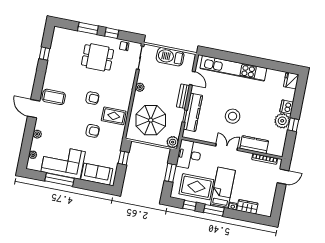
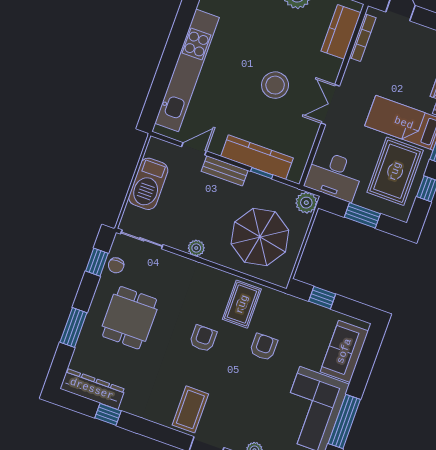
window: (112, 33) -> (97, 262), moved
dresser: (57, 43) -> (92, 389), added
kitchen counter: (254, 145) -> (341, 32), moved

